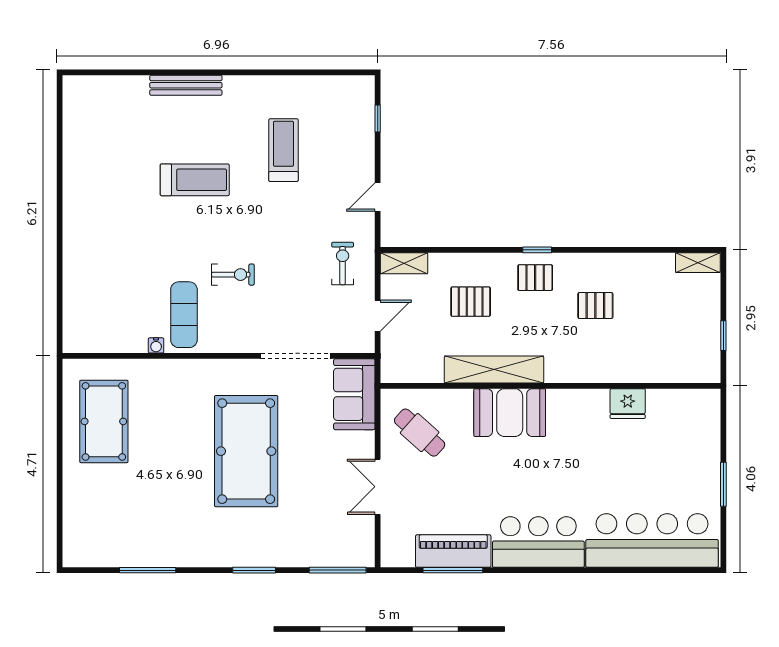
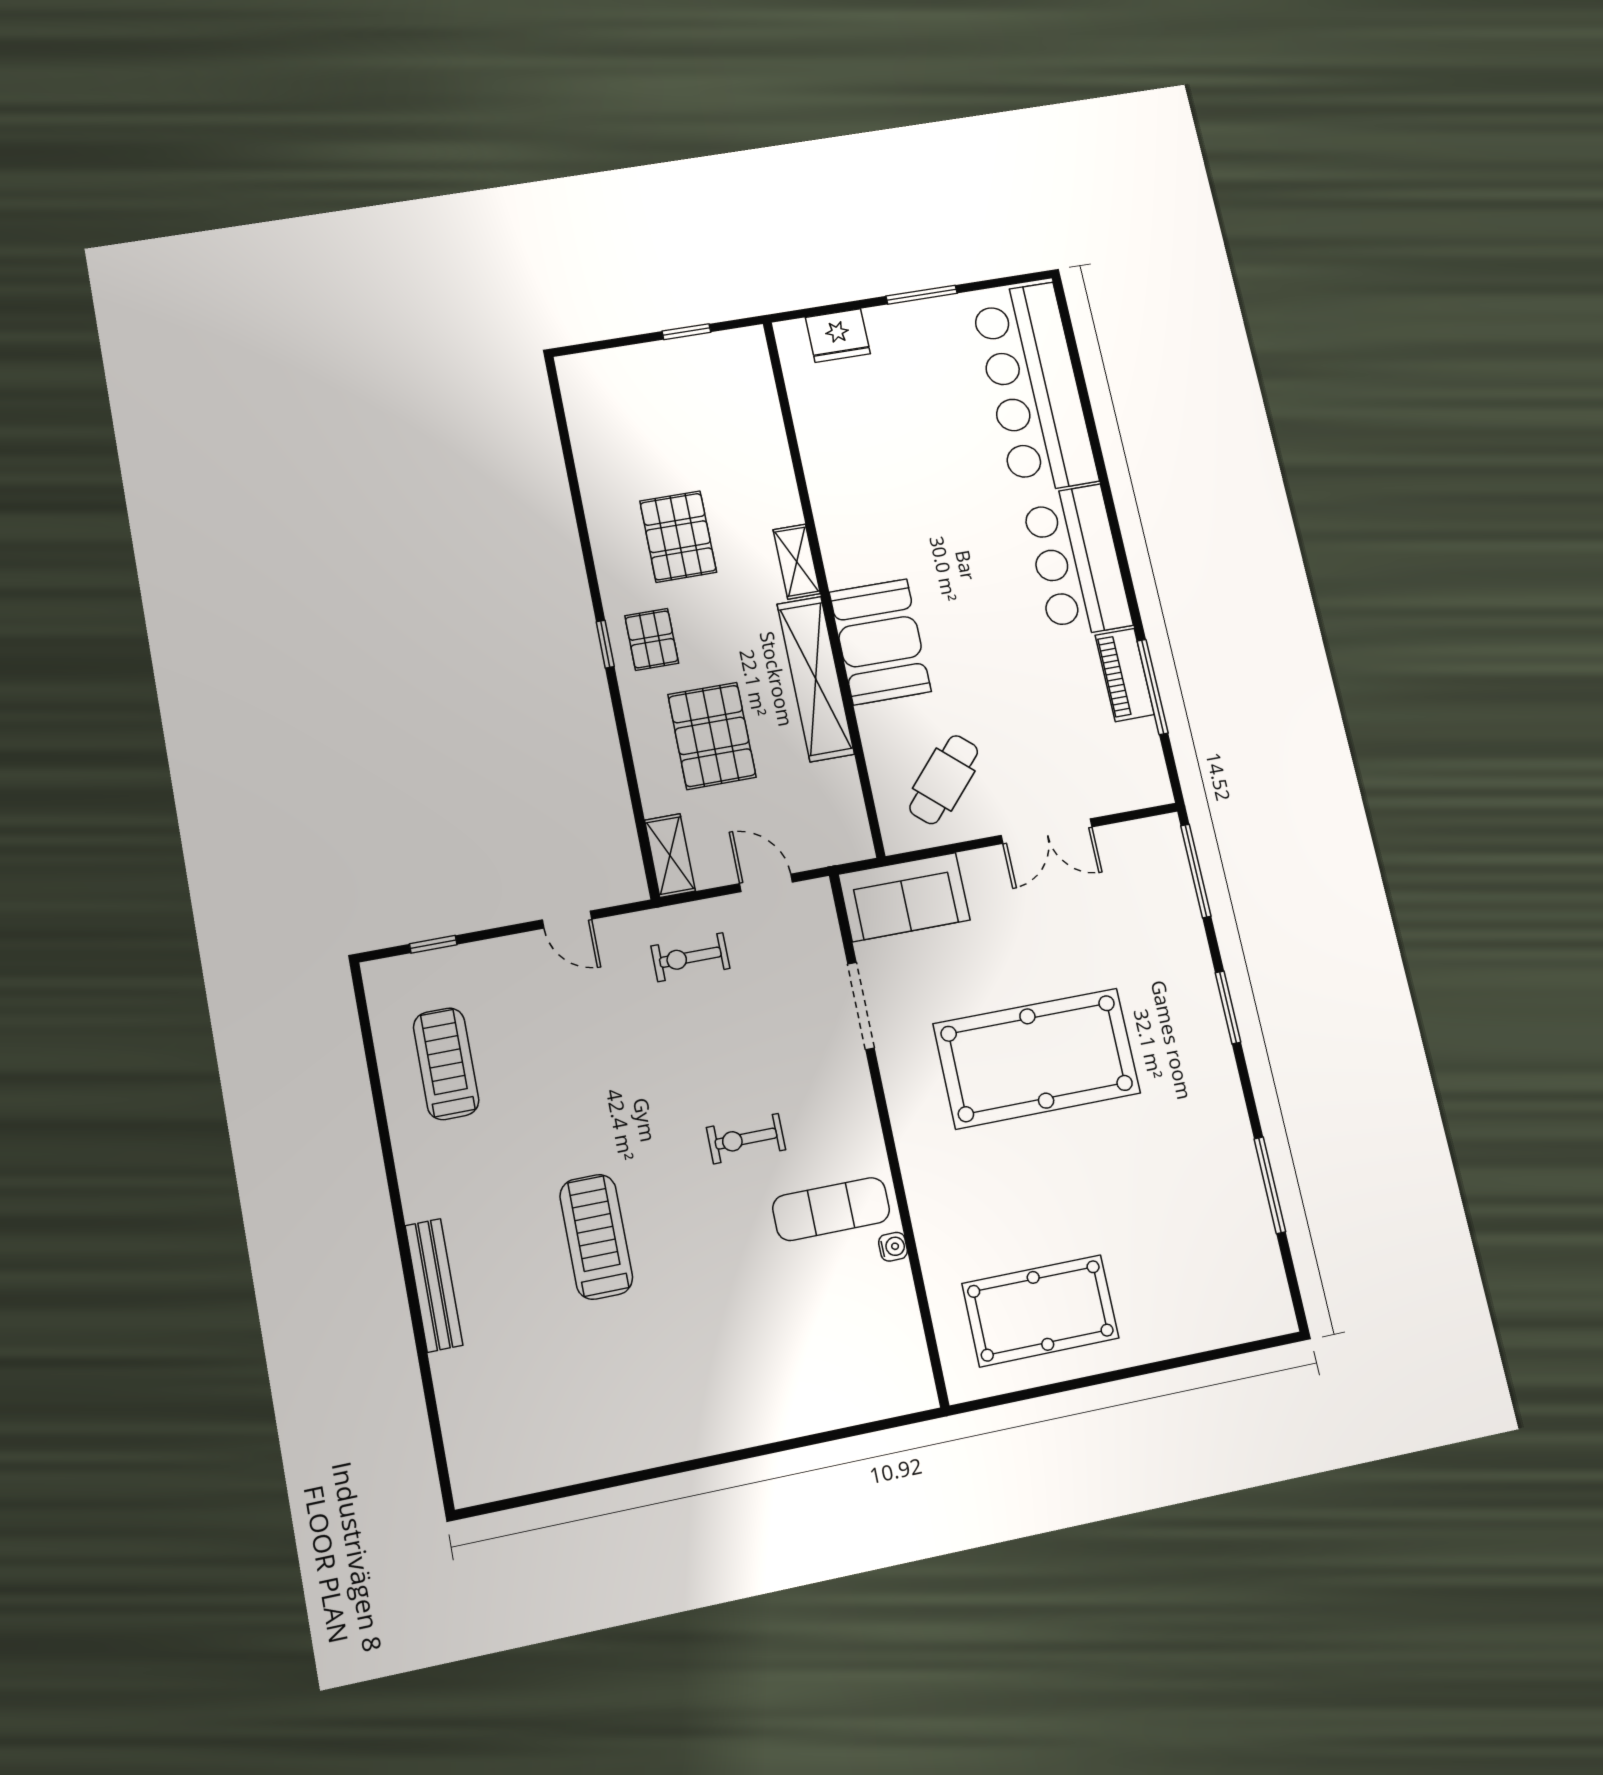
treadmill: (283, 150) -> (446, 1064), moved, turned 90
shelving: (698, 263) -> (797, 562), moved
exercise bike: (233, 275) -> (746, 1139), turned -90
pallet: (471, 302) -> (712, 736), width x1.50, depth x1.42
pallet: (595, 306) -> (678, 537), width x1.50, depth x1.42
doorway: (296, 356) -> (861, 1006), width x0.73
fridge: (628, 404) -> (838, 336), moved, turned 90
piano: (453, 551) -> (1125, 675), width x0.73, depth x0.75

